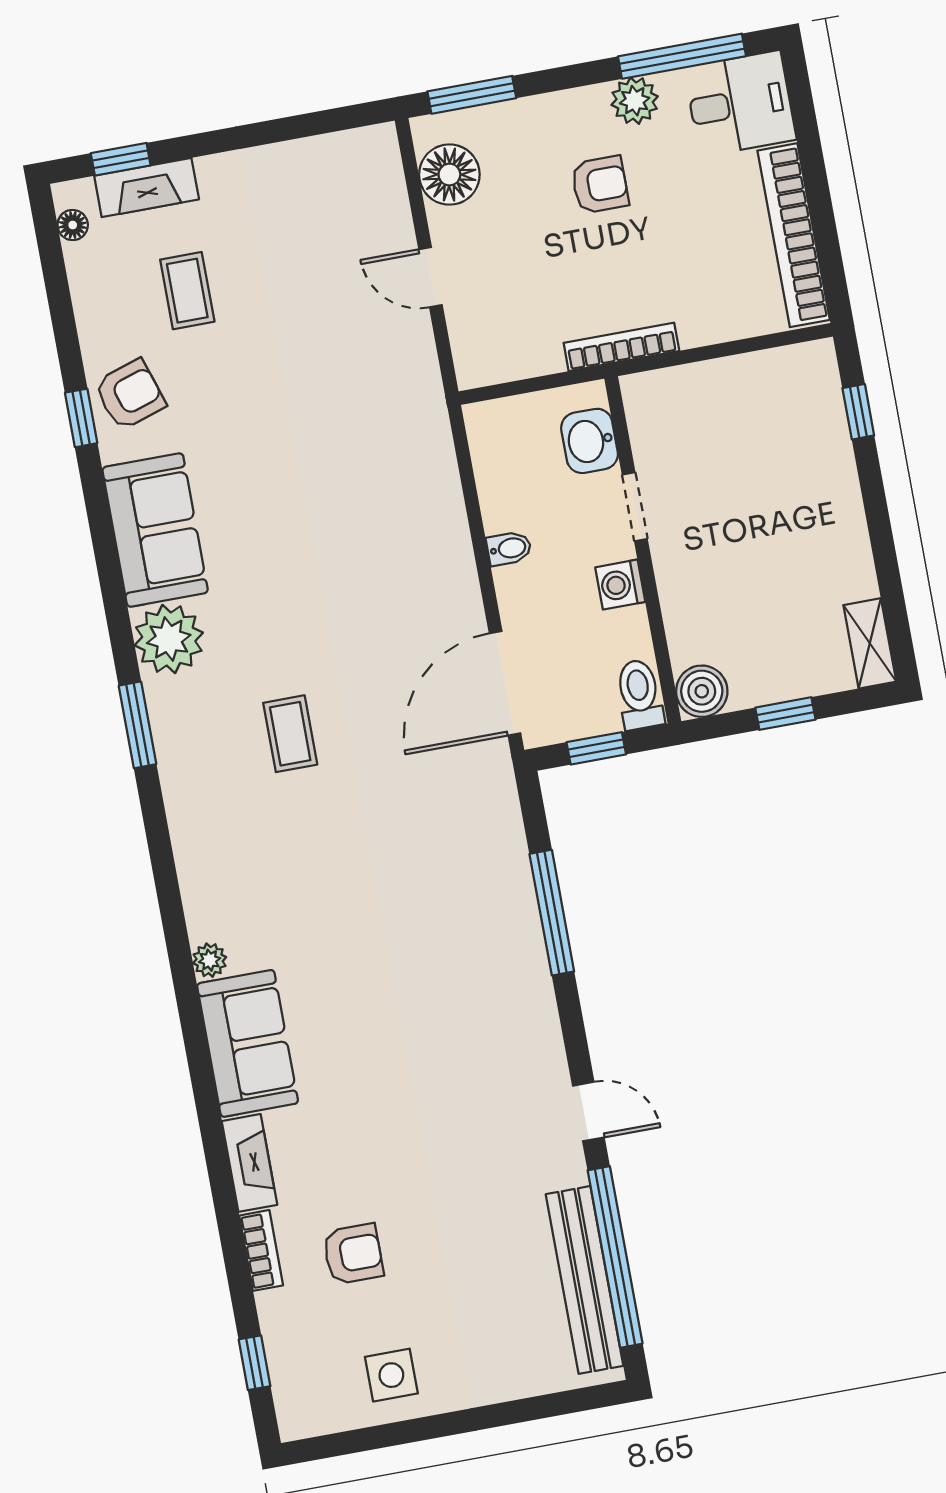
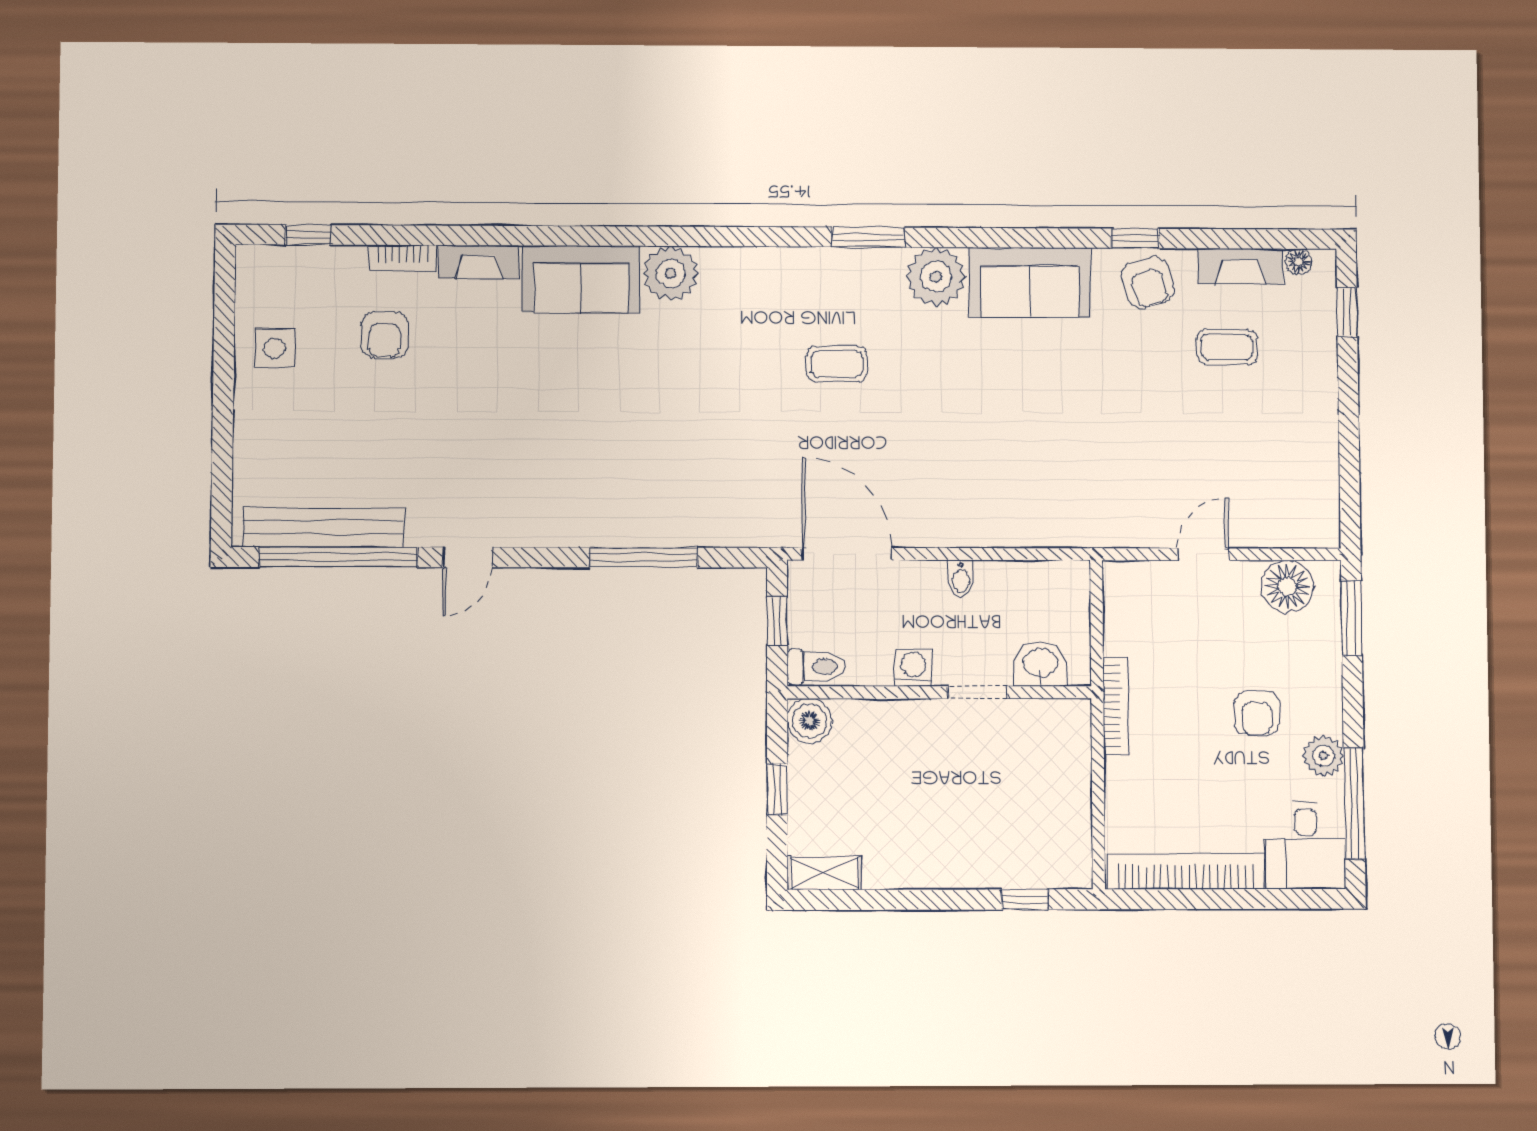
fireplace: (147, 188) -> (1241, 266), moved, turned -90
plant: (210, 960) -> (671, 273), width x1.87, depth x1.87

